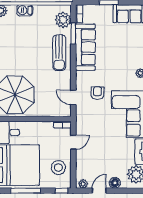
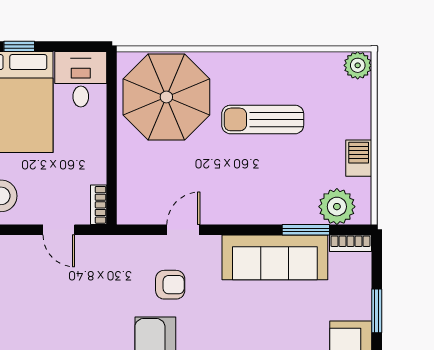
barbecue: (25, 10) -> (359, 158), moved
sun lounger: (59, 53) -> (263, 119), moved
door: (73, 97) -> (183, 230), moved

